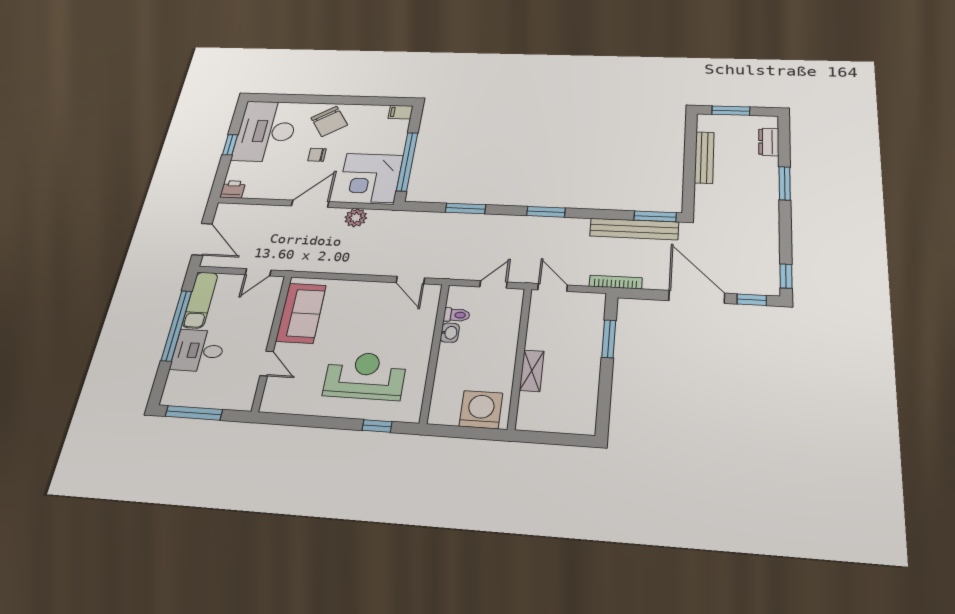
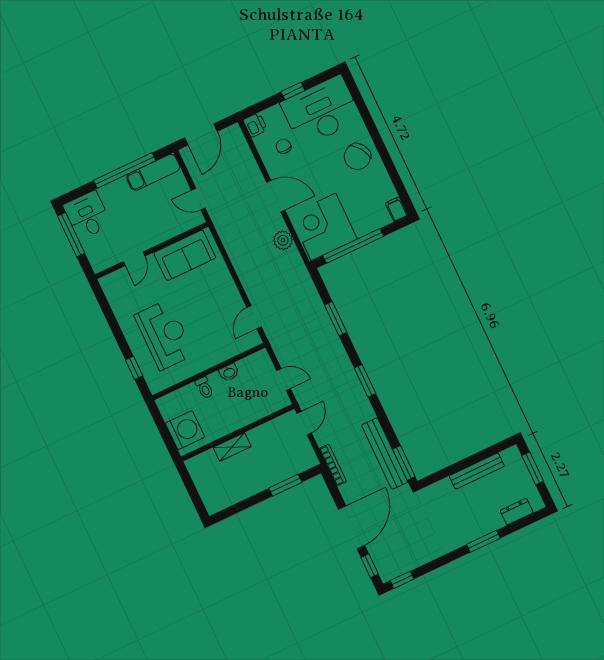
chair: (317, 155) -> (284, 146), moved
toilet: (457, 315) -> (204, 388), moved
desk: (198, 351) -> (87, 215), moved

